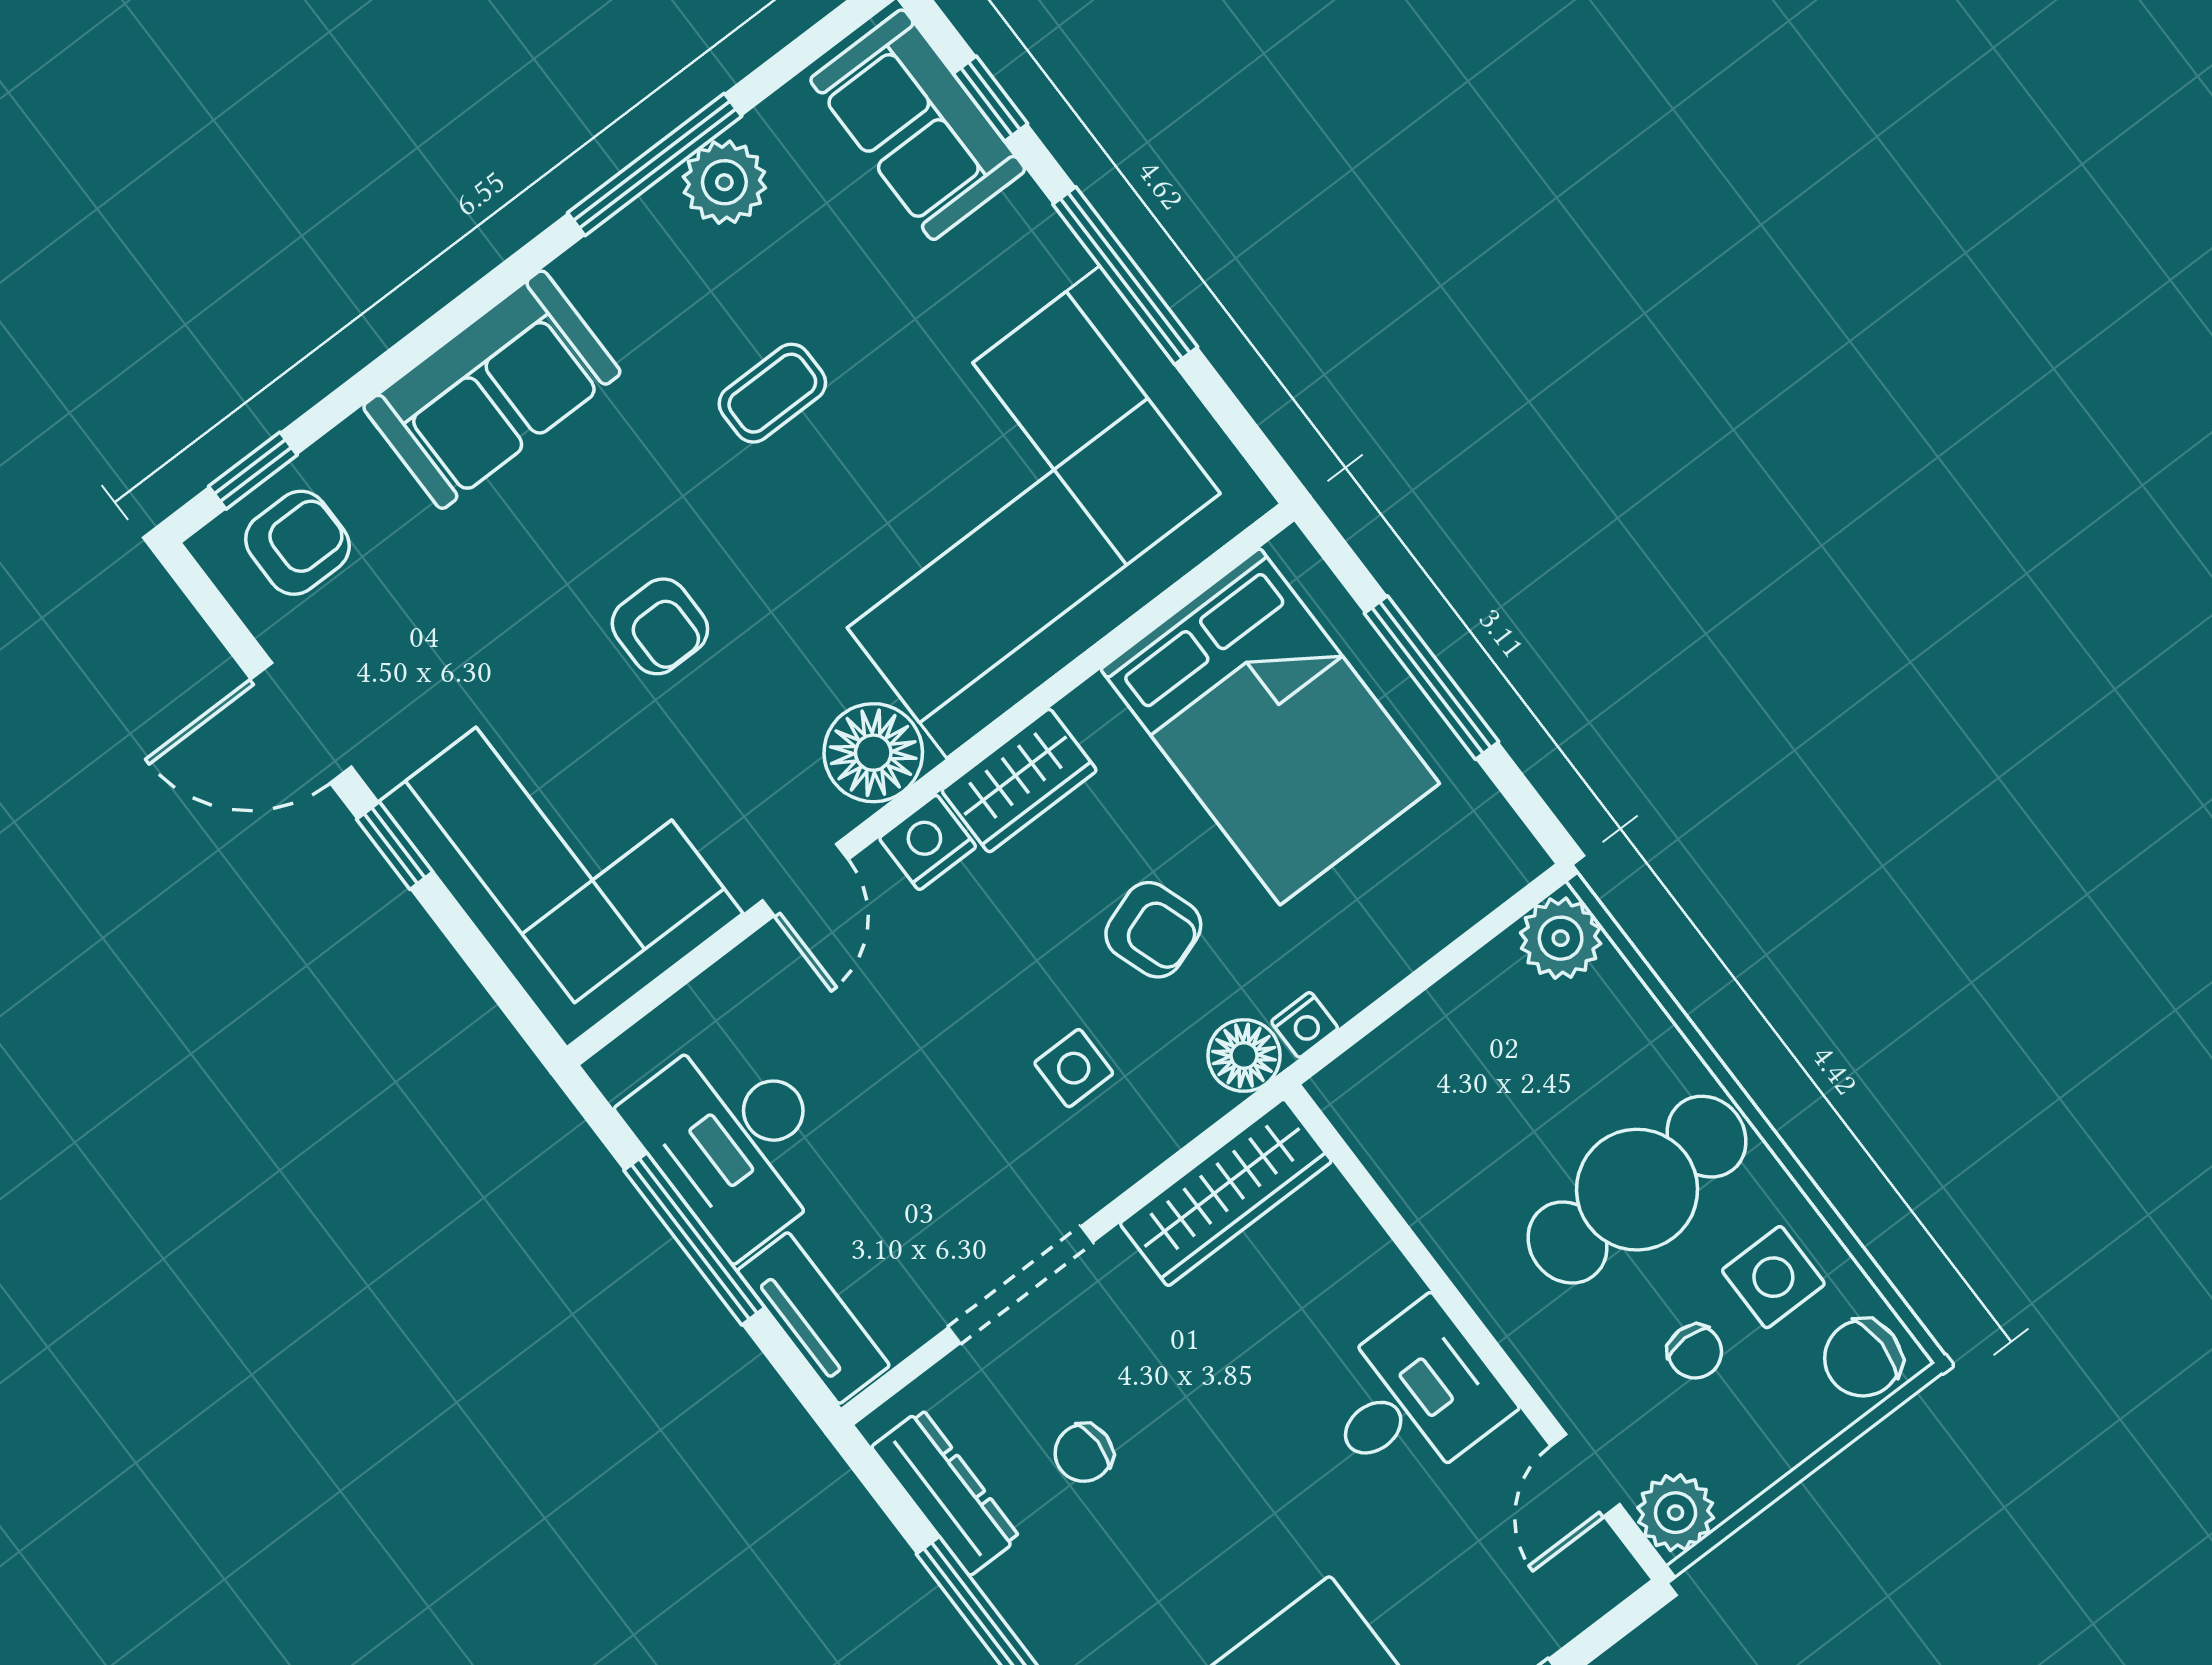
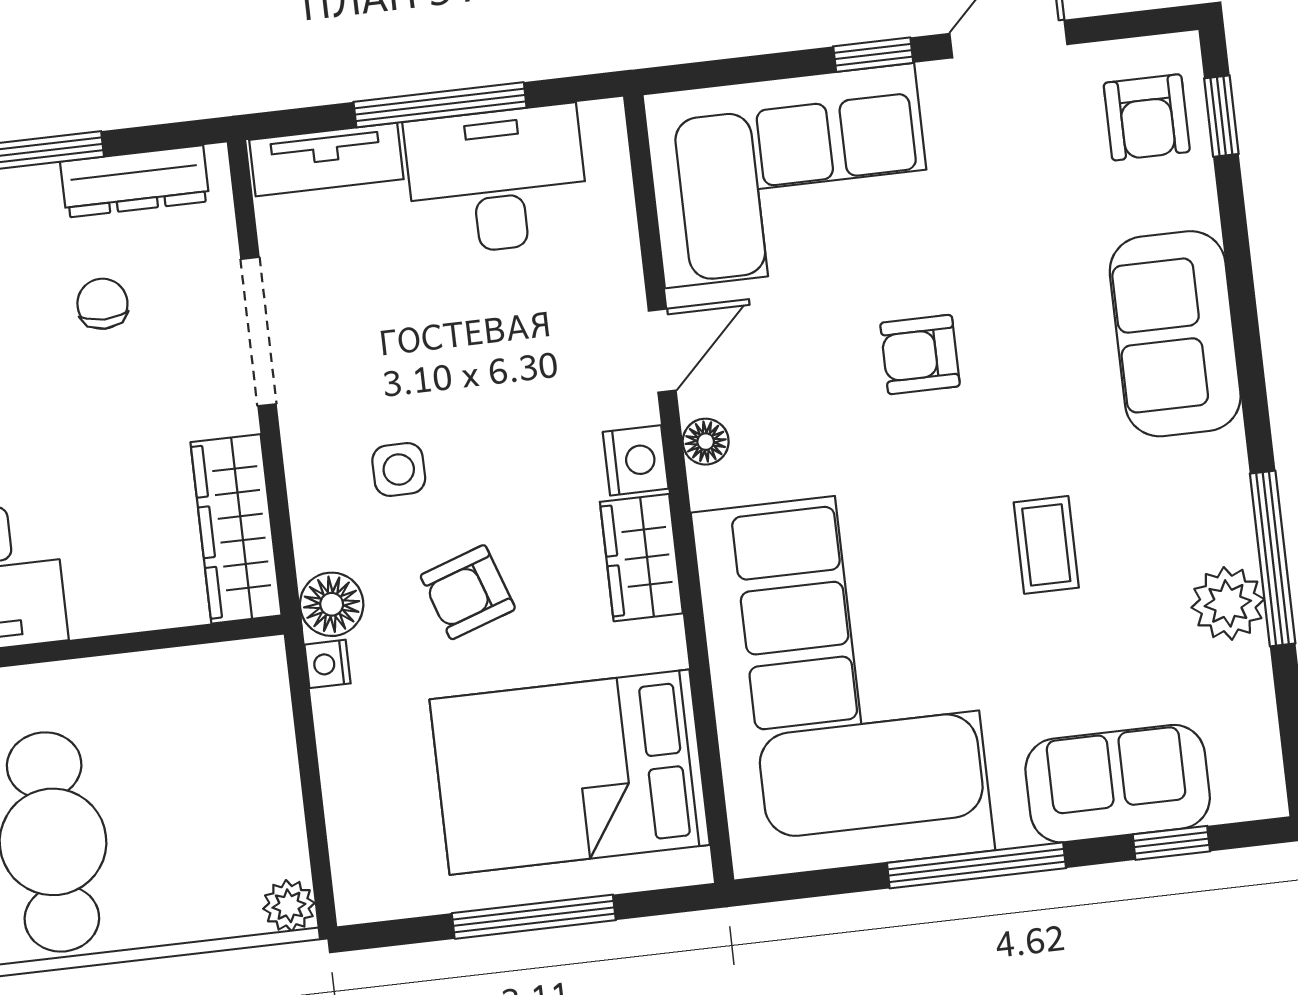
sofa: (918, 125) -> (1118, 784), moved
floor lamp: (873, 753) -> (706, 442), width x0.53, depth x0.53
door: (805, 880) -> (662, 351), swing flipped
plant: (1561, 938) -> (289, 906), width x0.73, depth x0.73

